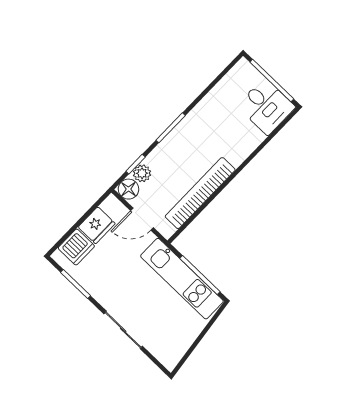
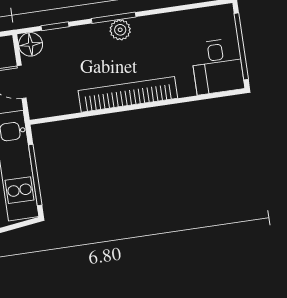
plant: (142, 173) -> (120, 30), moved
bookcase: (200, 193) -> (128, 94), moved

